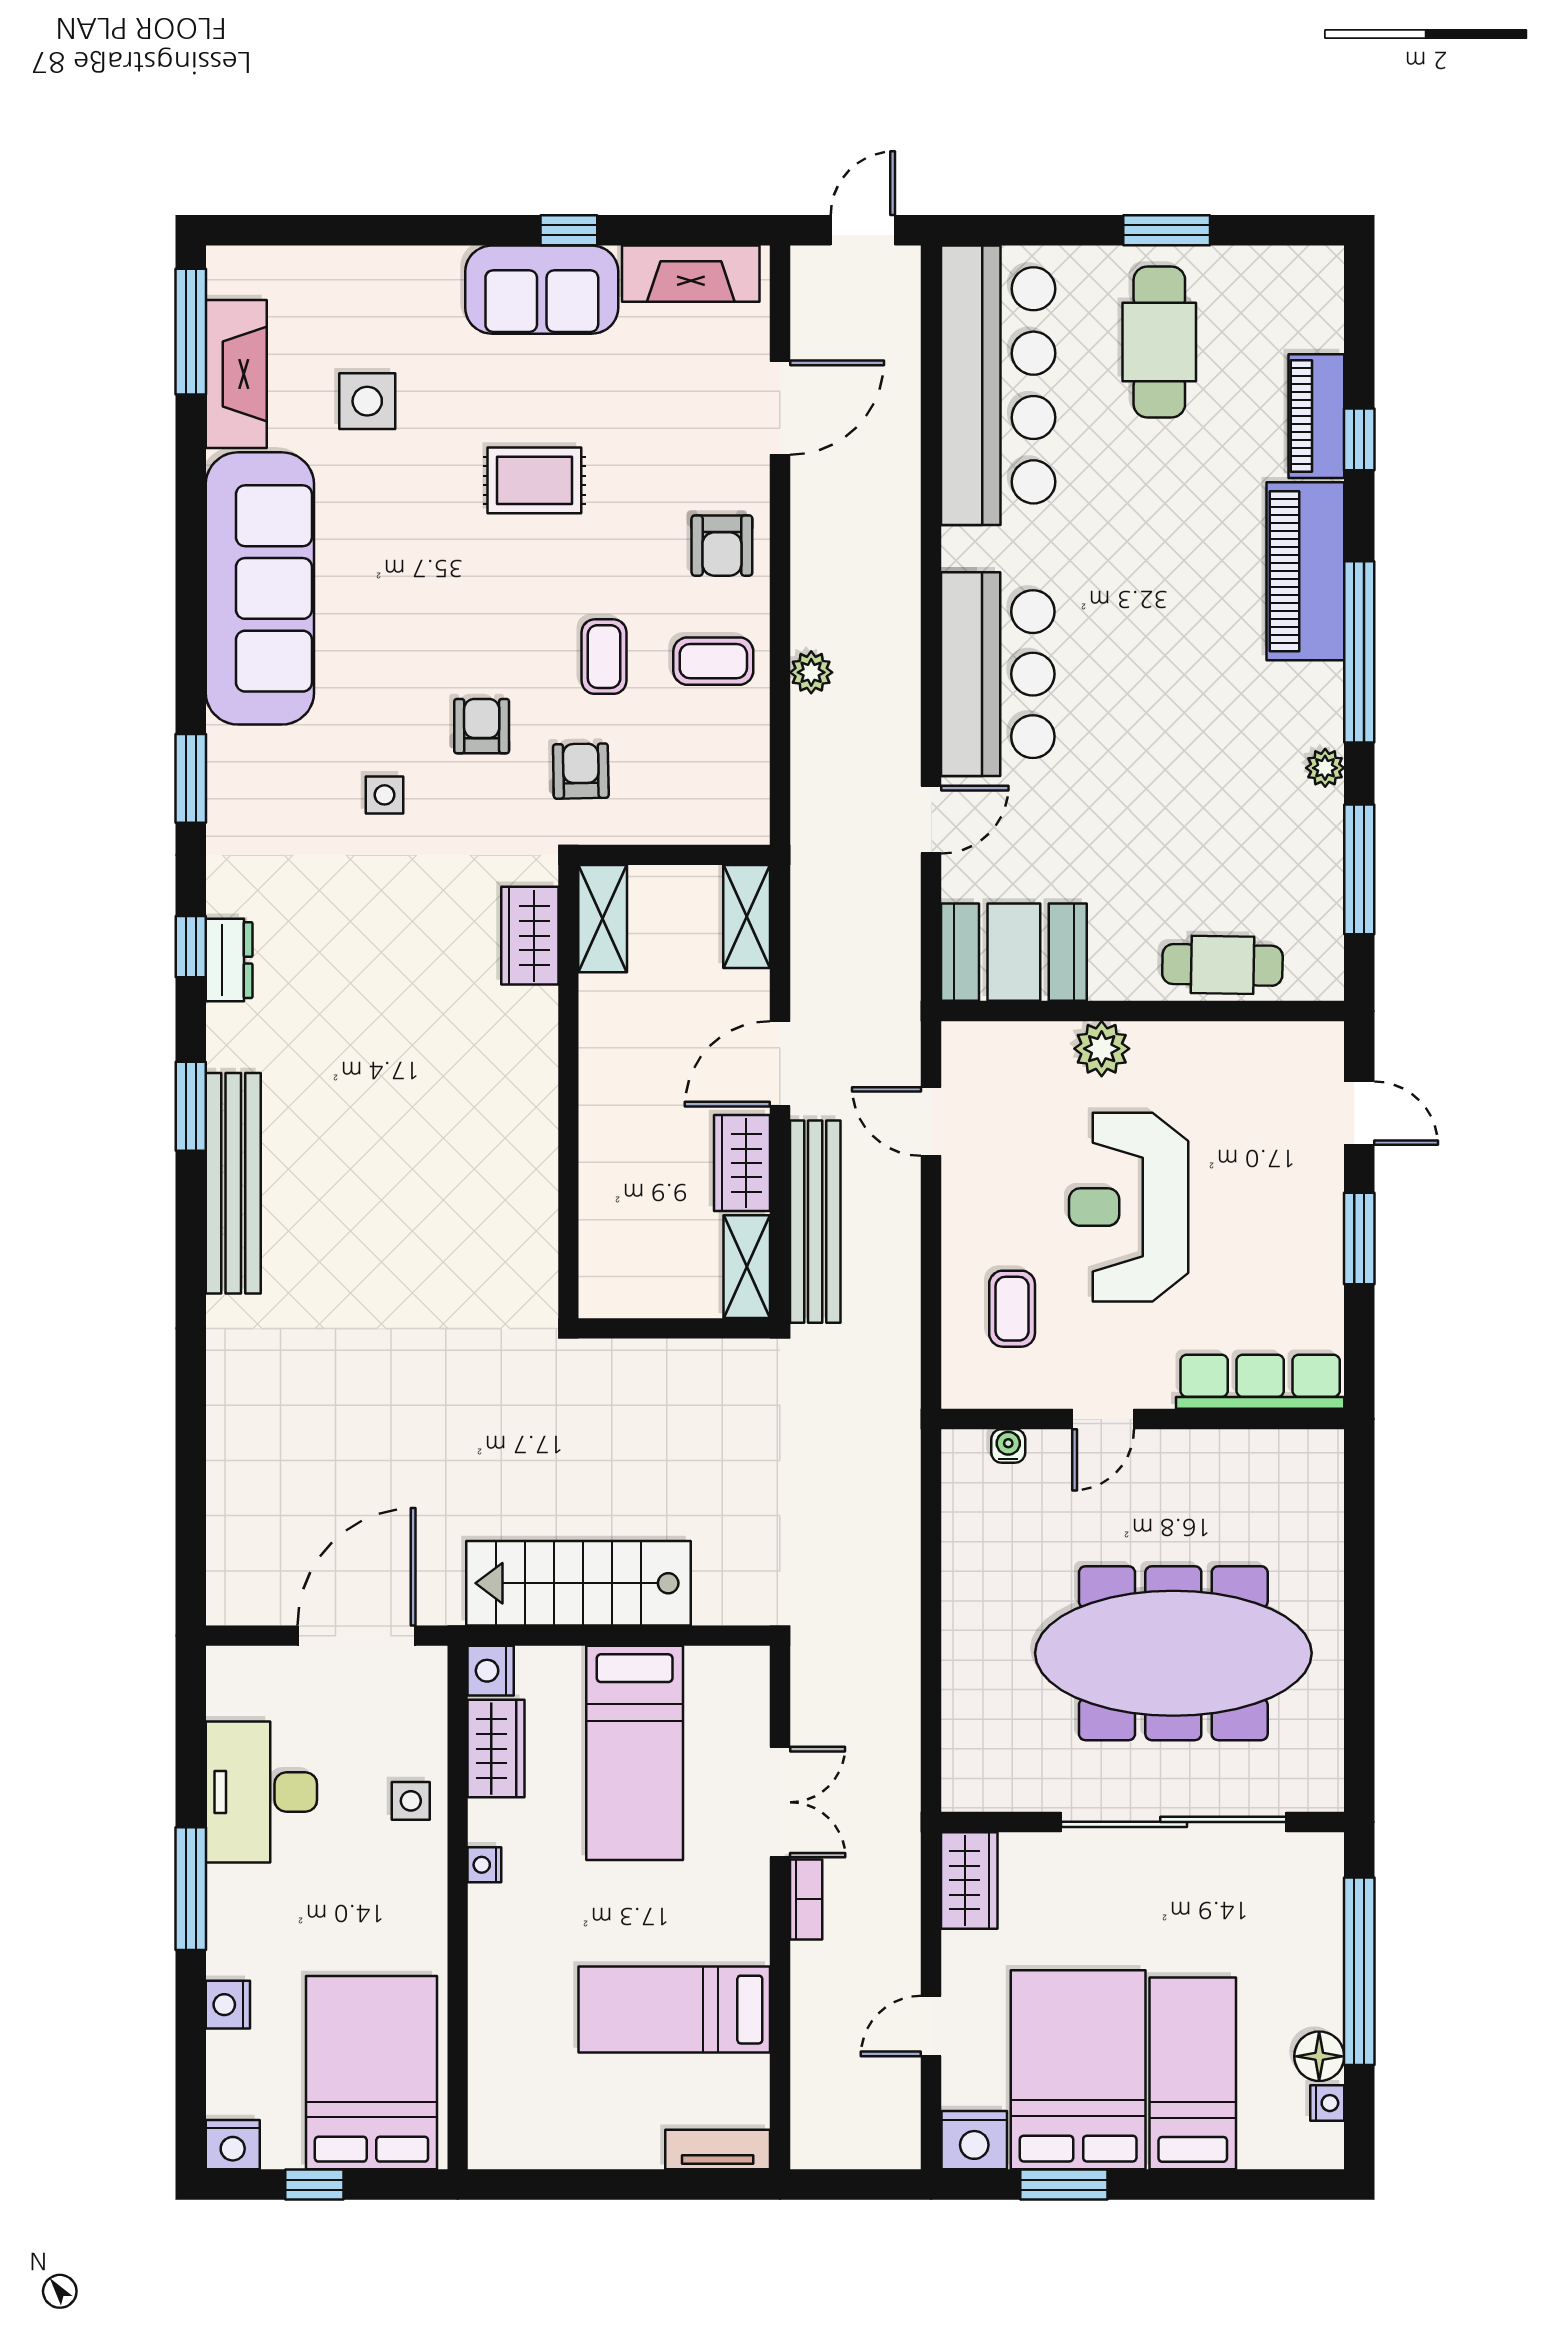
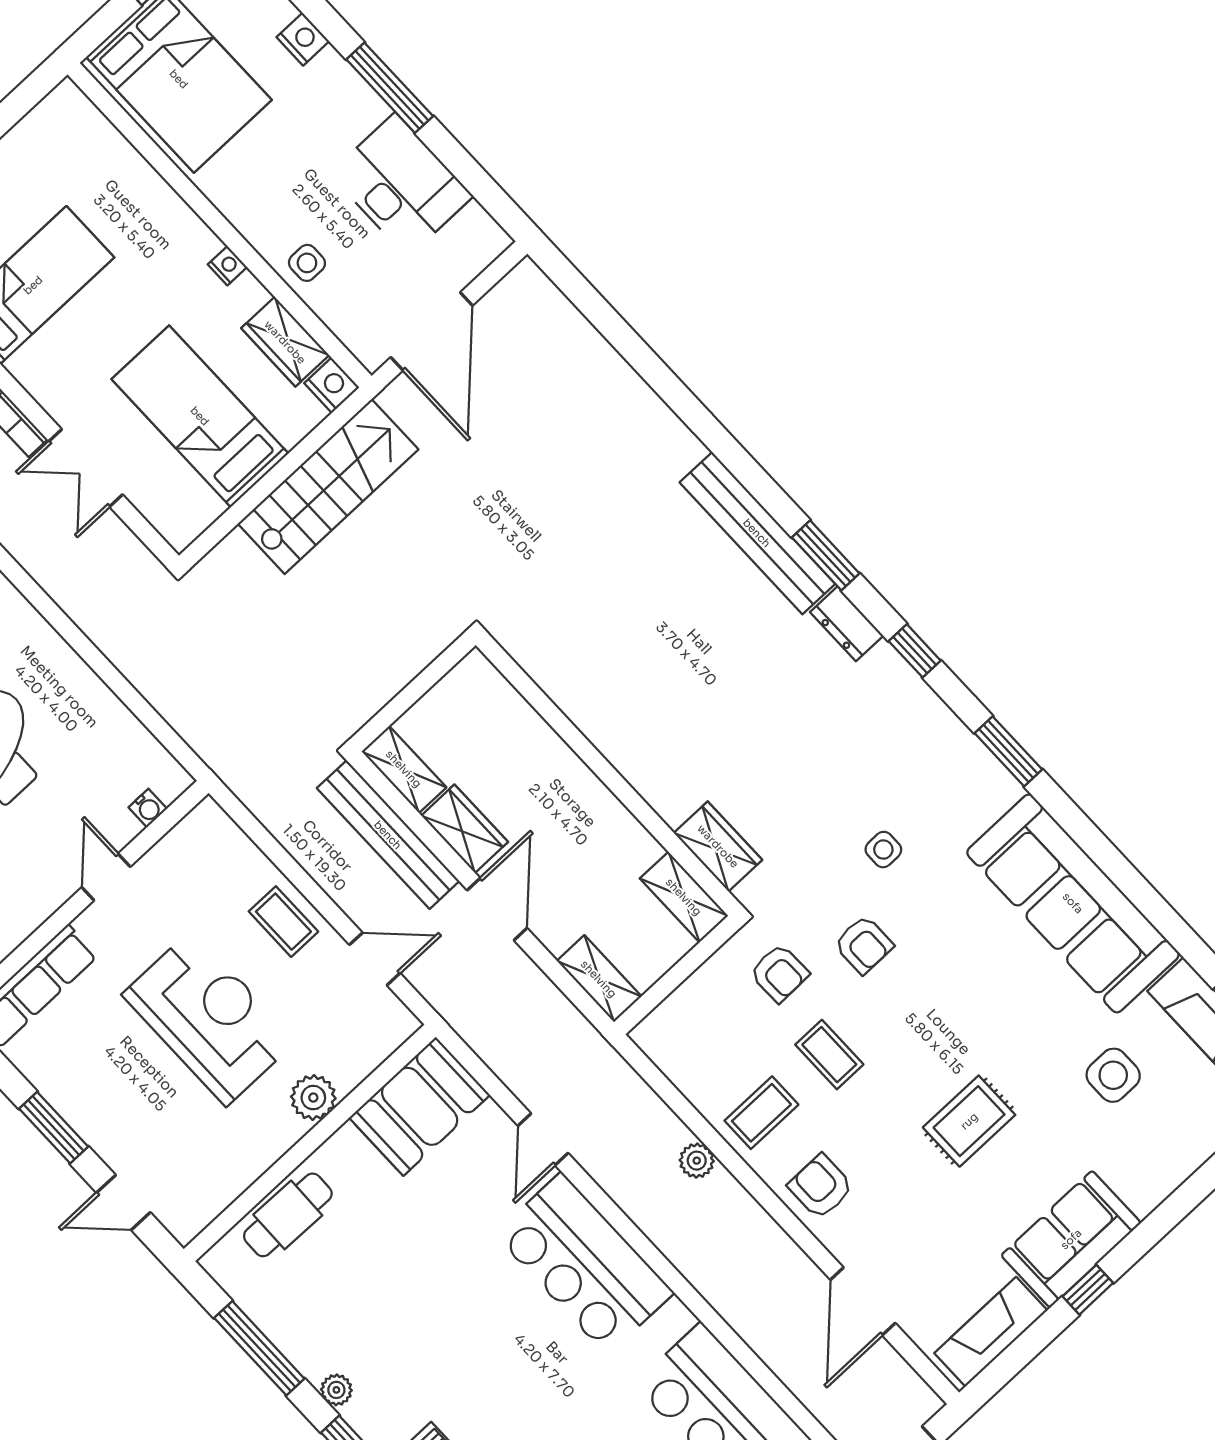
dresser: (229, 960) -> (847, 624), moved
coffee table: (1012, 1309) -> (283, 922), moved

